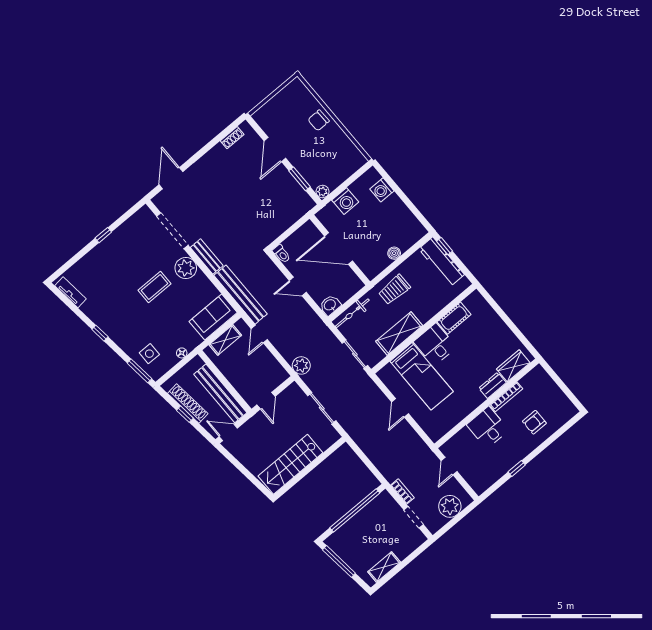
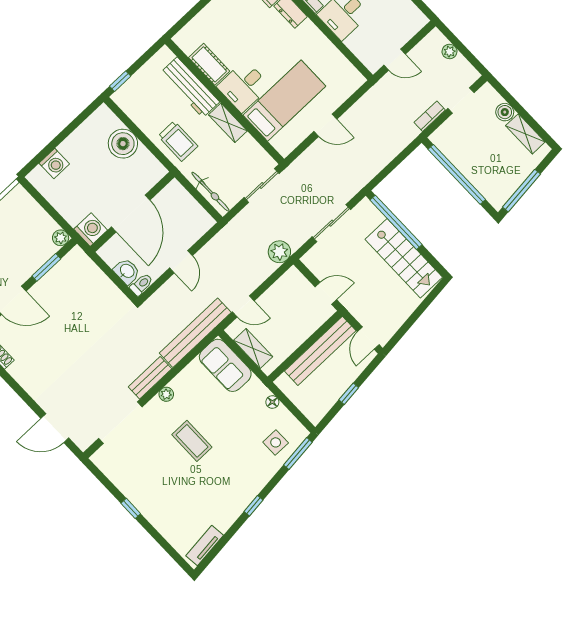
washing machine: (345, 201) -> (91, 230), moved
boiler: (394, 253) -> (123, 144), width x1.86, depth x1.86
workbench: (442, 262) -> (190, 87), moved, turned 90
plant: (186, 268) -> (166, 394), width x0.53, depth x0.53
washbasin: (330, 305) -> (127, 271), moved, turned 180
shelving: (399, 333) -> (228, 123), width x0.67, depth x0.75
shoe rack: (188, 404) -> (335, 391), removed
window: (319, 460) -> (396, 222), added
plant: (450, 506) -> (450, 52), width x0.53, depth x0.53
boiler: (402, 552) -> (505, 112), added

